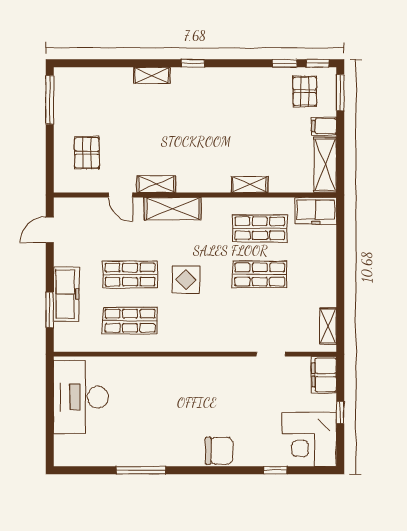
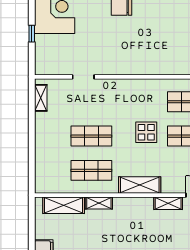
shelving: (325, 165) -> (64, 205), moved, turned 90
shelving: (173, 209) -> (140, 185), moved
freezer: (316, 211) -> (50, 183), removed
filing cabinet: (324, 375) -> (44, 62), removed

